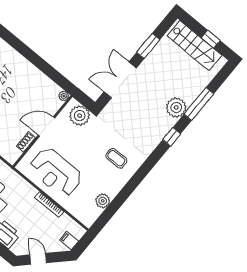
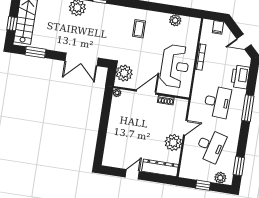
window: (211, 39) -> (12, 24), moved
window: (148, 46) -> (35, 52), moved
door: (46, 127) -> (146, 92), swing flipped
door: (38, 259) -> (244, 42), hinge flipped

